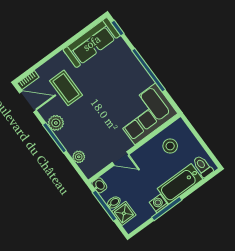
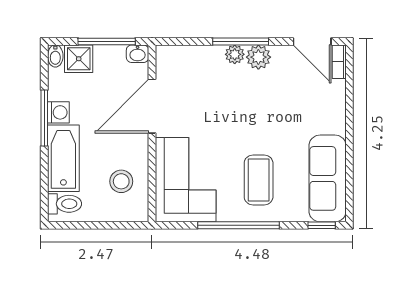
coffee table: (66, 88) -> (259, 180), moved, turned 90
door: (28, 102) -> (312, 41), hinge flipped
plant: (79, 157) -> (235, 54), moved
door: (120, 159) -> (152, 106), width x1.87
bidet: (114, 203) -> (55, 56), moved

